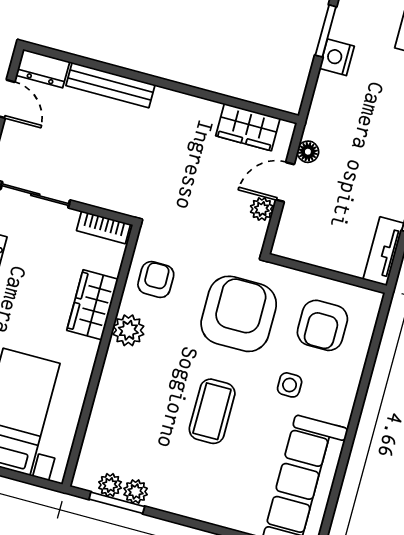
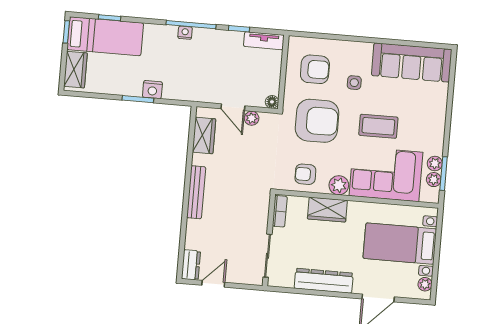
bench: (110, 85) -> (196, 192), moved
floor lamp: (308, 152) -> (272, 102), moved
armchair: (239, 314) -> (317, 121), turned 180
corner sofa: (133, 410) -> (386, 174), added

